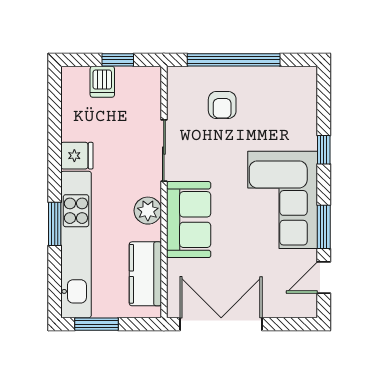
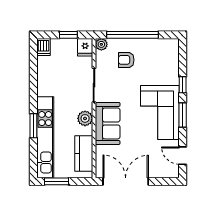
plant: (177, 77) -> (101, 44), added
dishwasher: (102, 82) -> (43, 47), moved
armchair: (222, 105) -> (126, 60), turned 90
fridge: (77, 156) -> (85, 47), moved, turned 90
window: (324, 227) -> (183, 115), moved
door: (324, 278) -> (183, 156), hinge flipped

